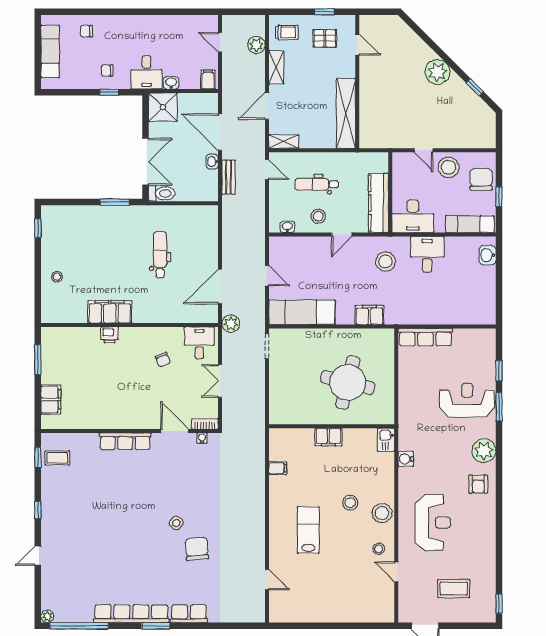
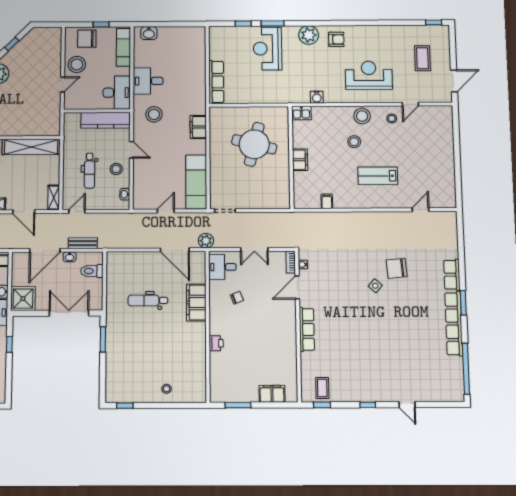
toilet: (162, 193) -> (92, 271), moved, turned -90
filing cabinet: (110, 312) -> (196, 303), moved
plant: (47, 616) -> (459, 396), removed

